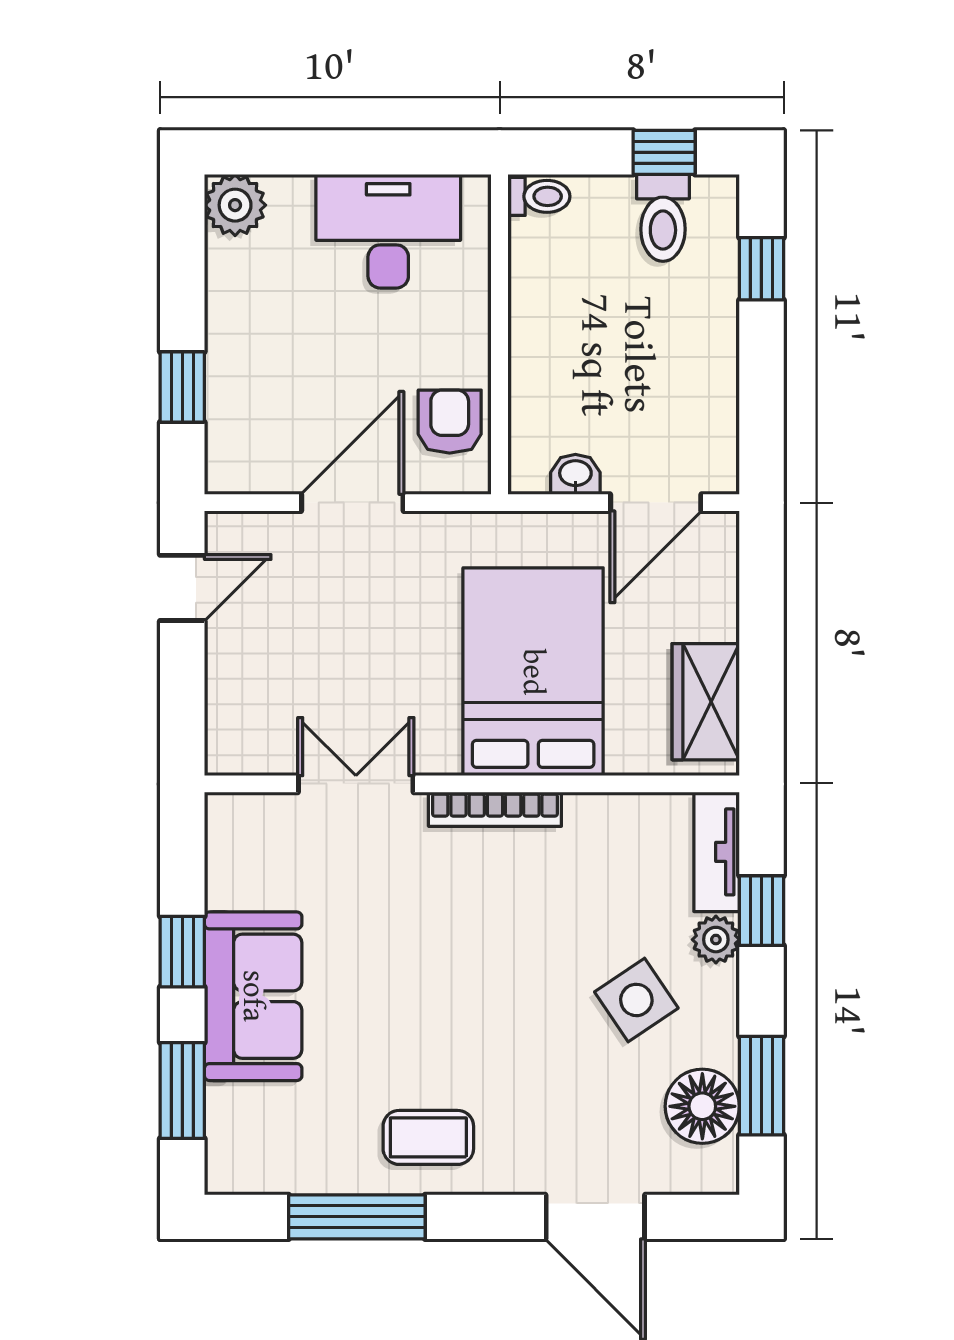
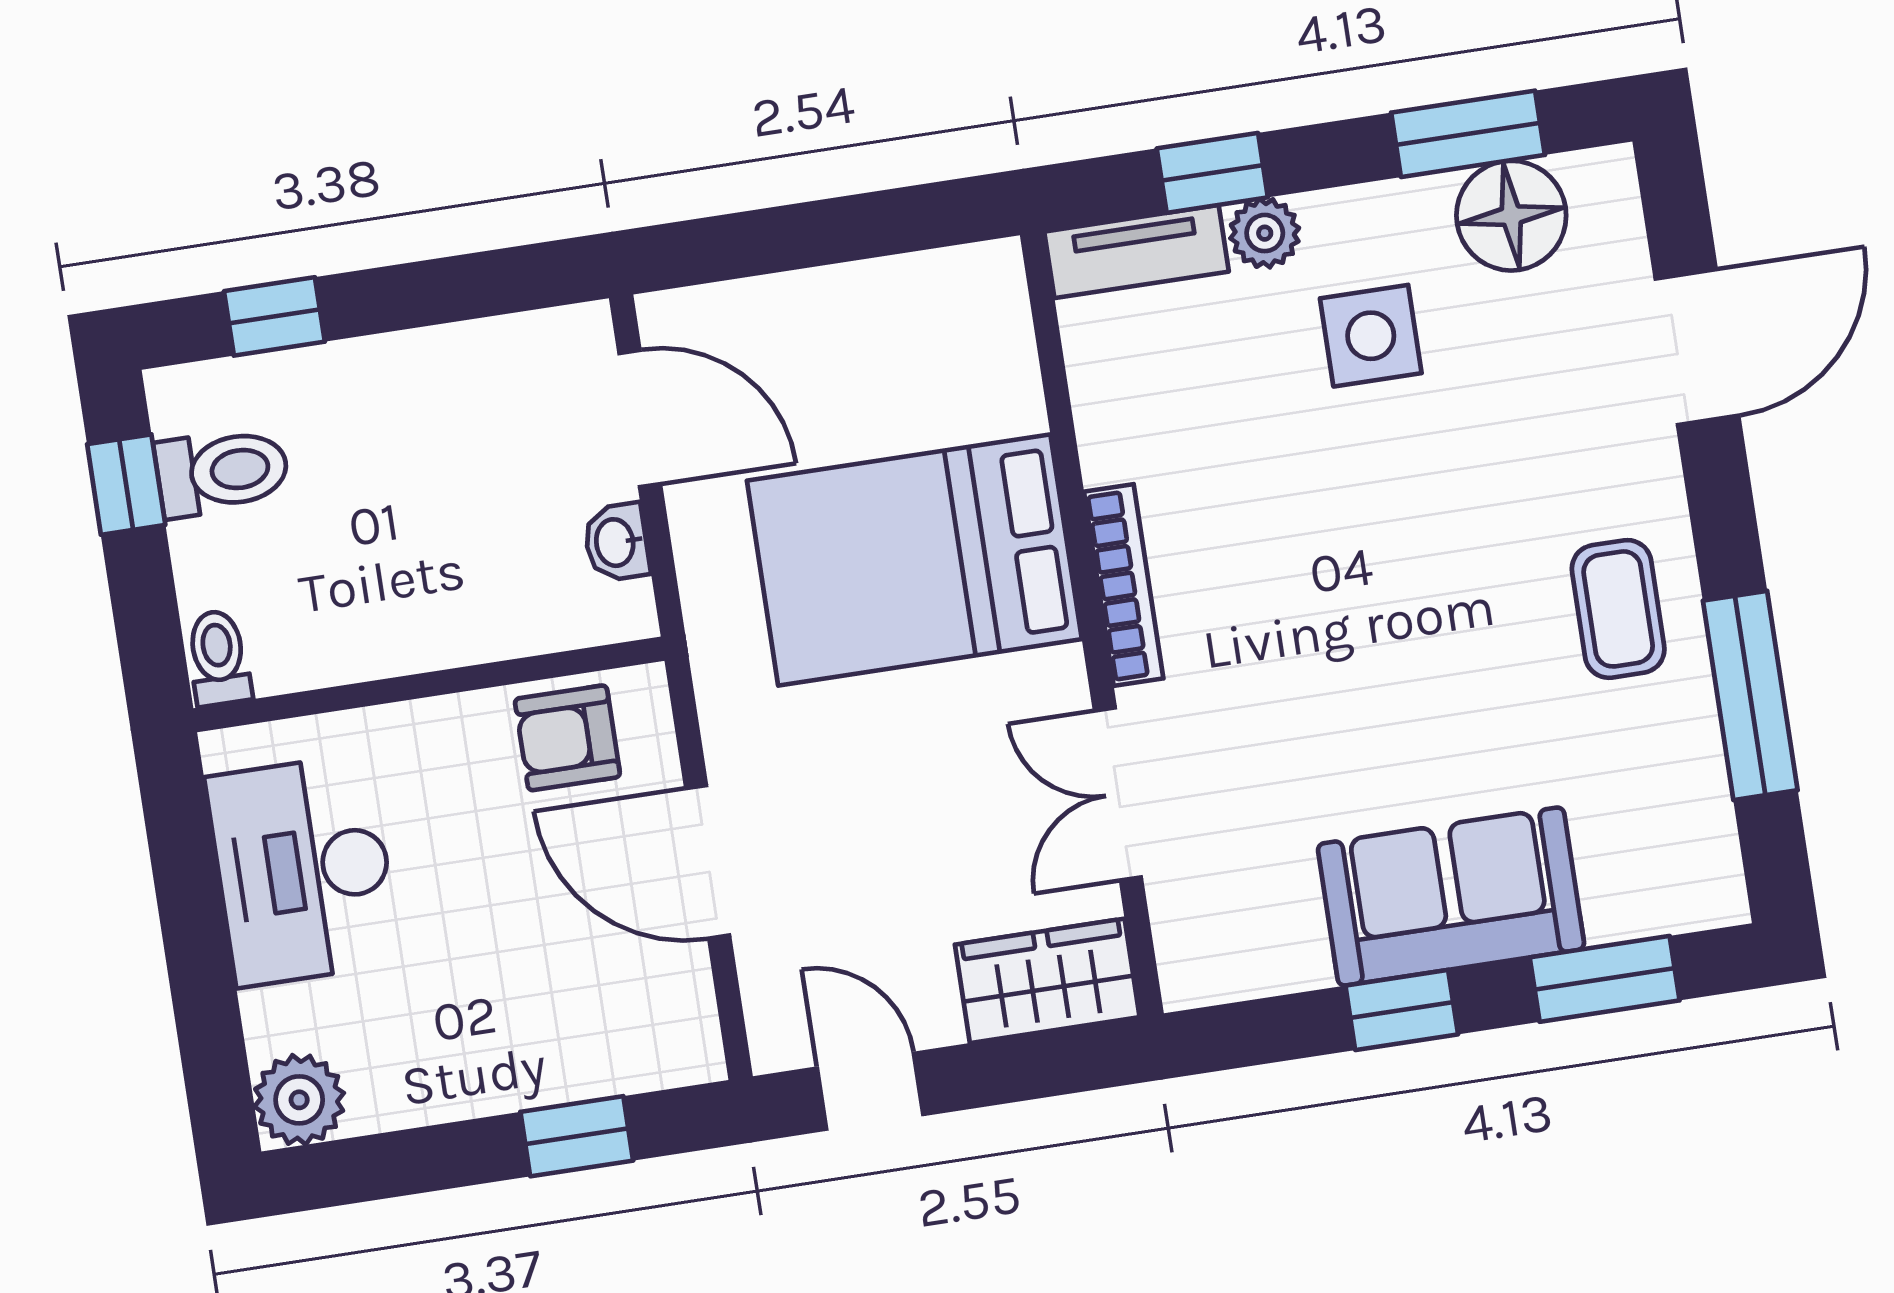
wardrobe: (706, 702) -> (1047, 981), moved, turned 180
side table: (636, 1000) -> (1371, 336), turned 34

